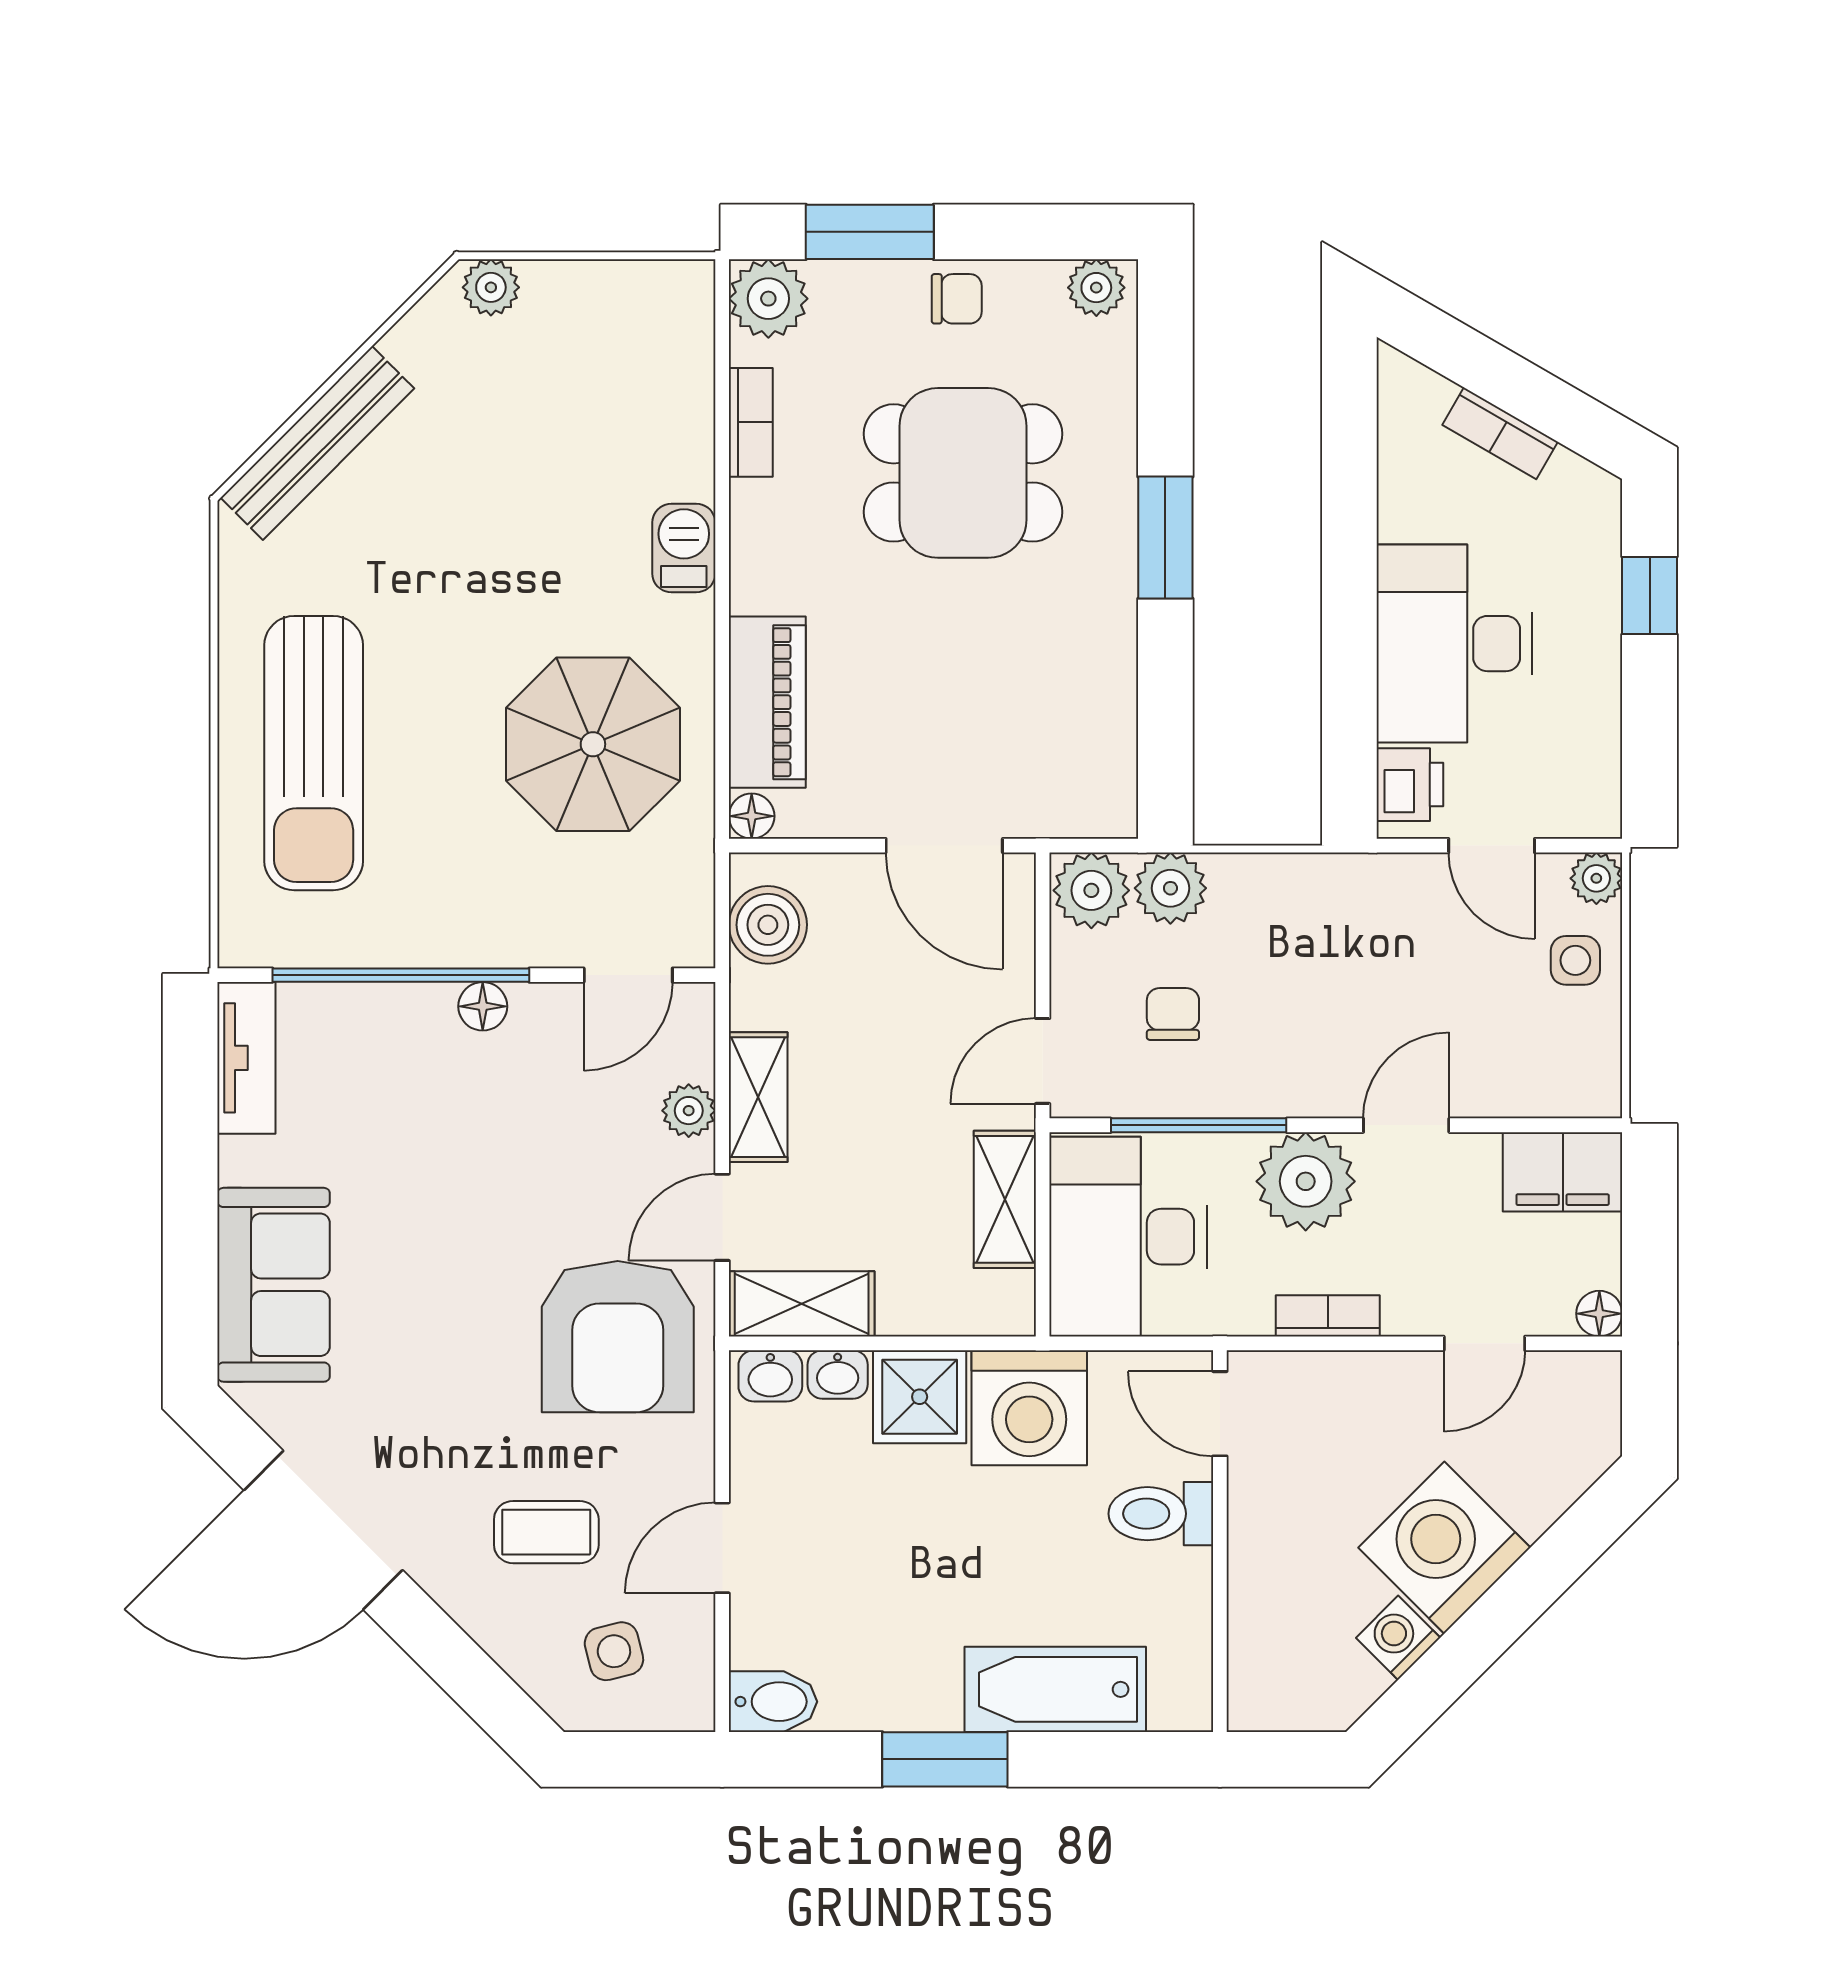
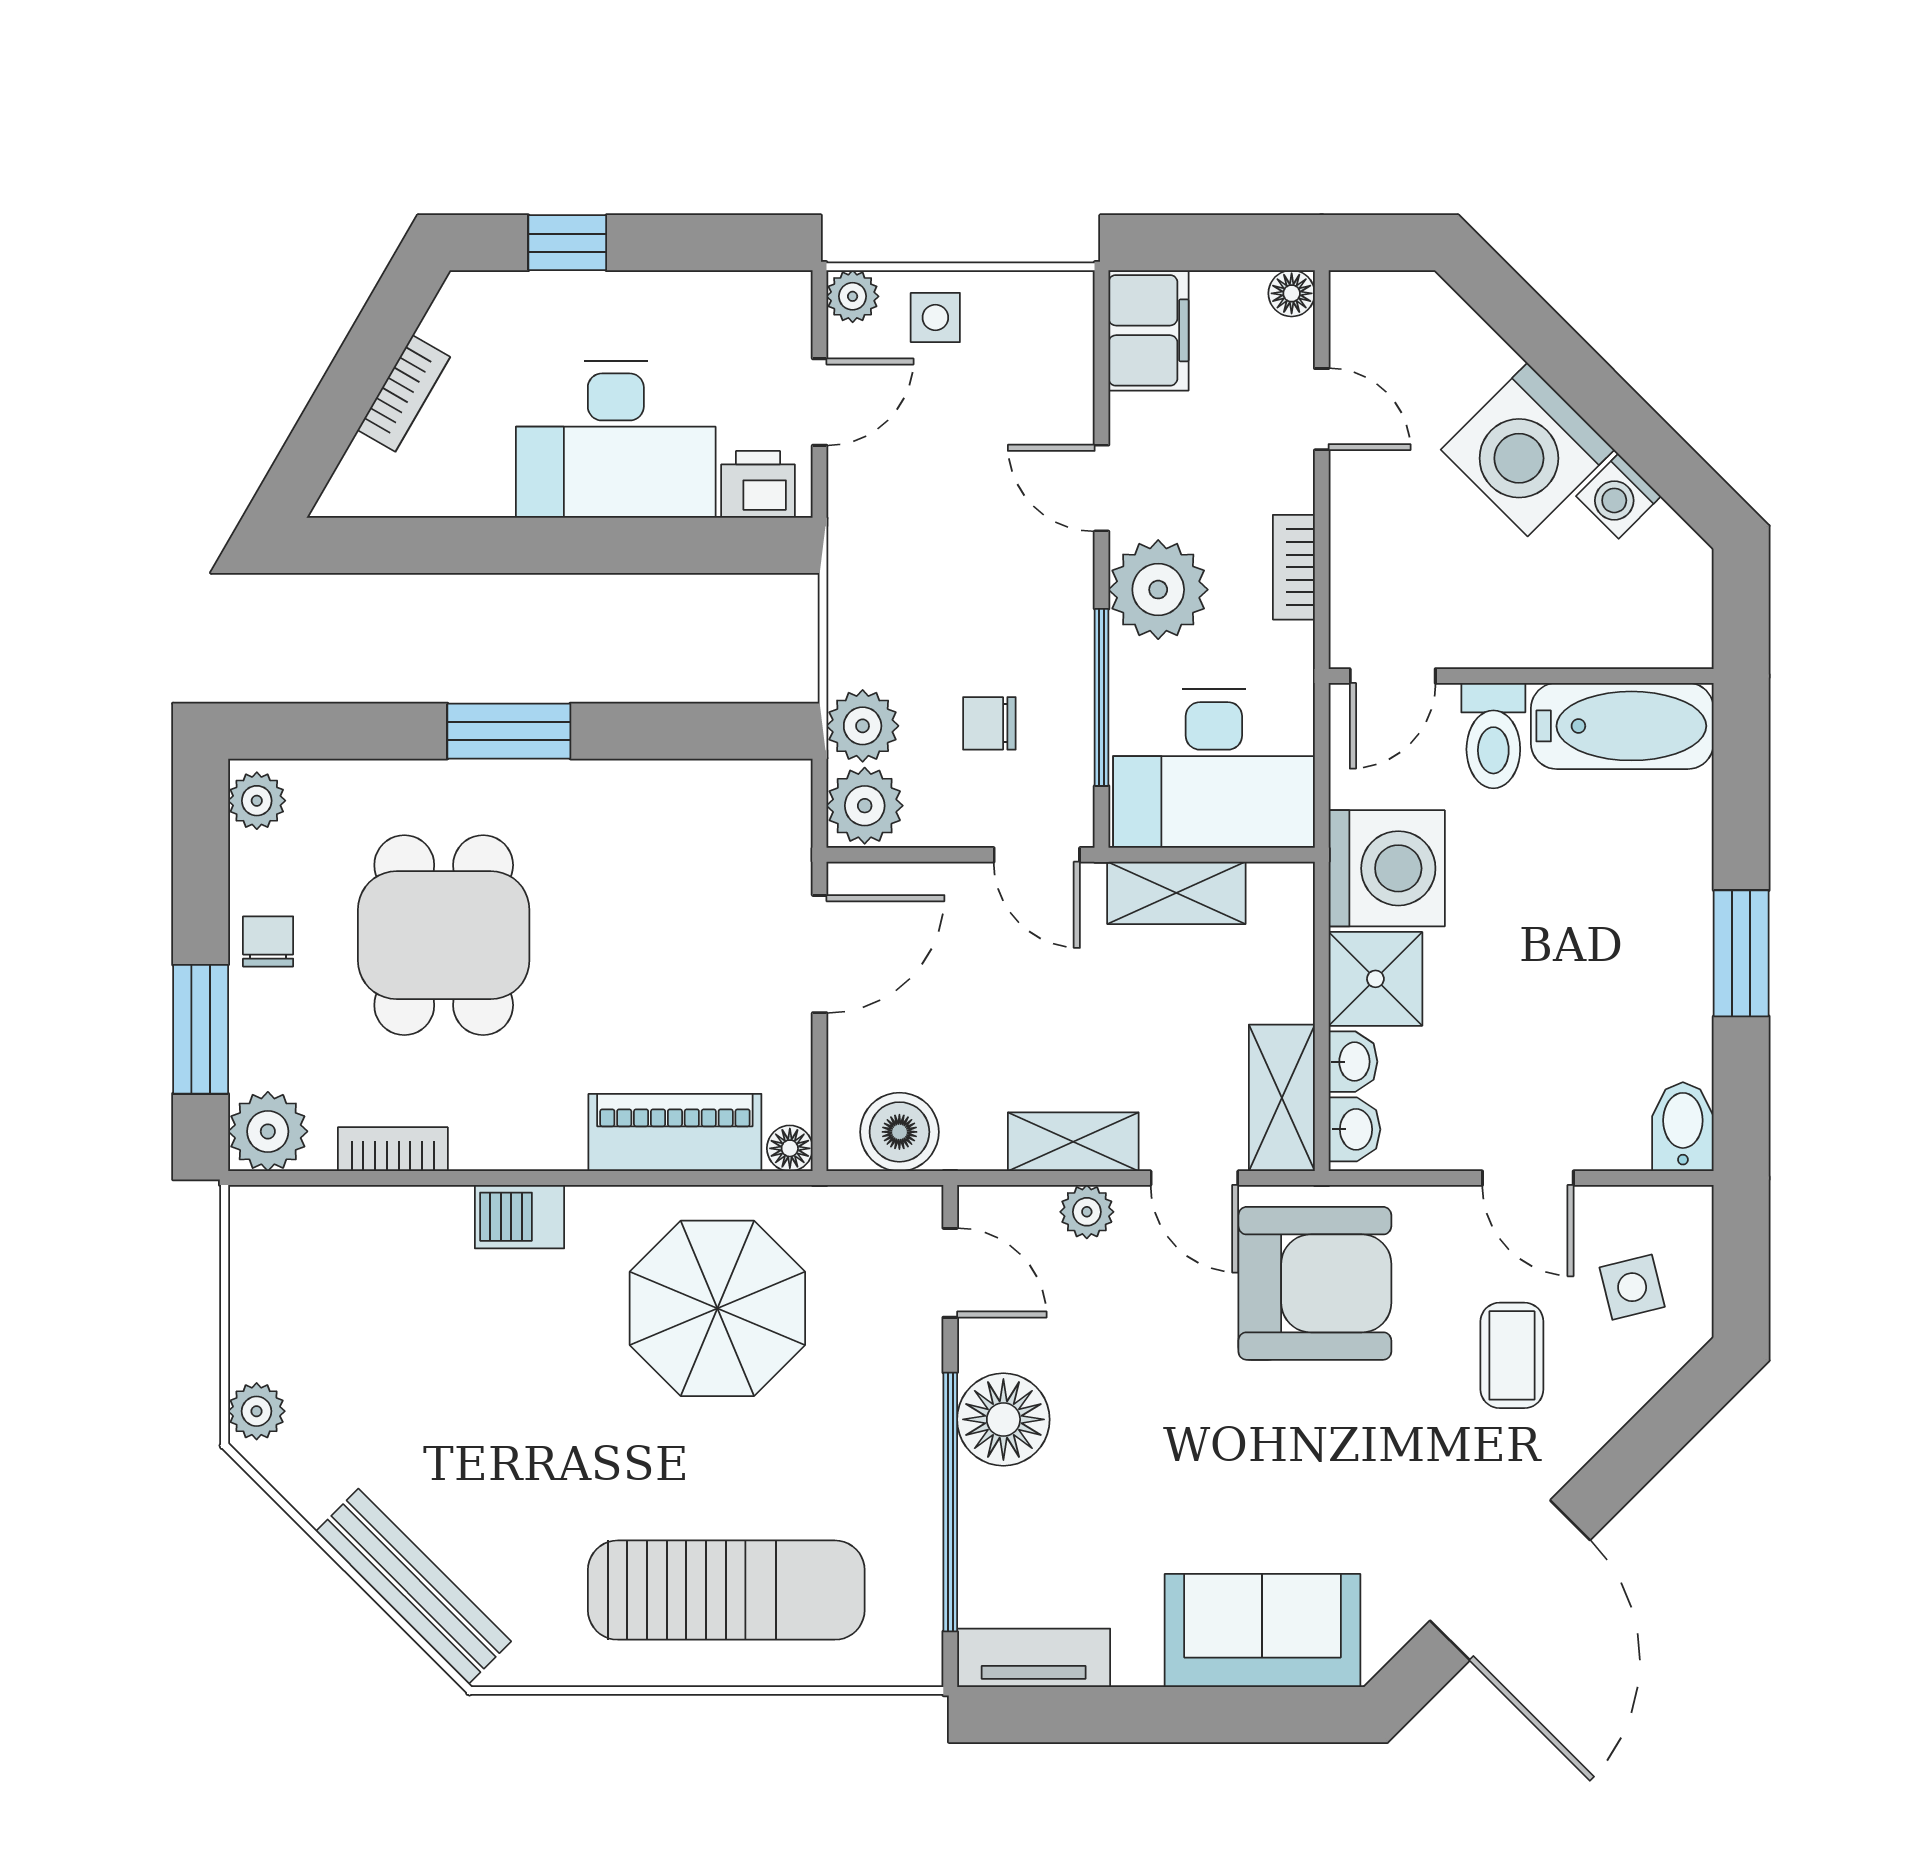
floor lamp: (483, 1006) -> (1003, 1419), width x1.89, depth x1.89
bathtub: (1055, 1689) -> (1622, 726), moved, turned -90

